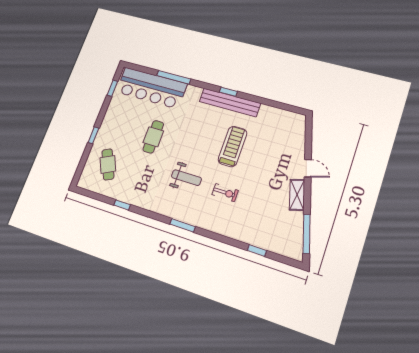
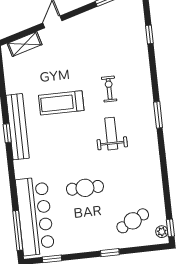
window: (174, 77) -> (18, 230), moved
plant: (87, 184) -> (162, 232), added
shelving: (297, 195) -> (25, 44), moved
window: (122, 205) -> (170, 228), moved

